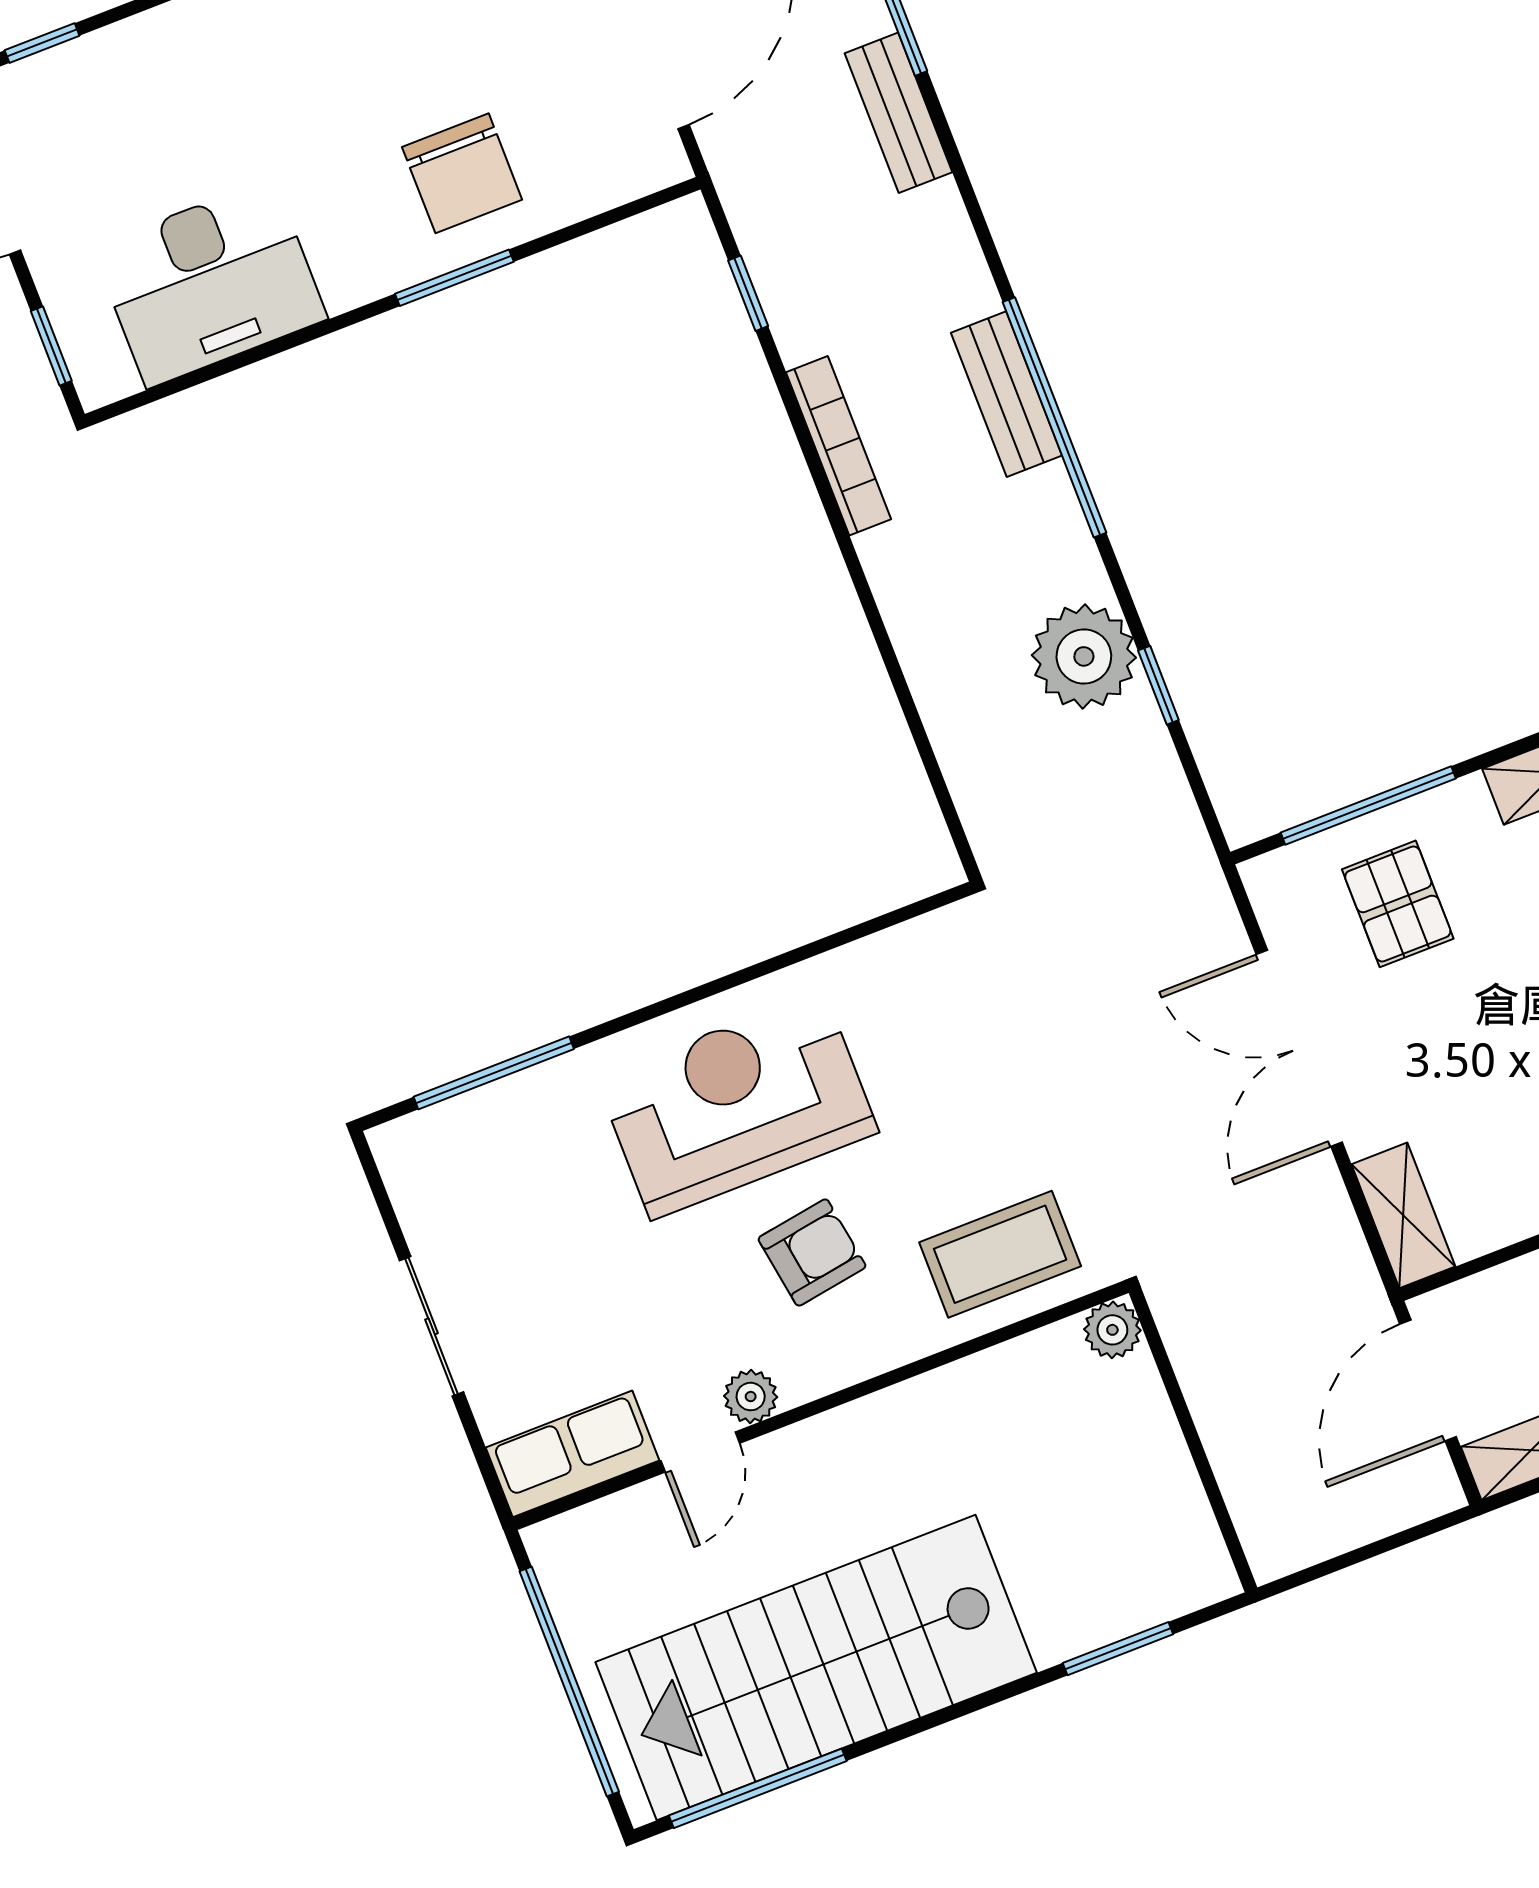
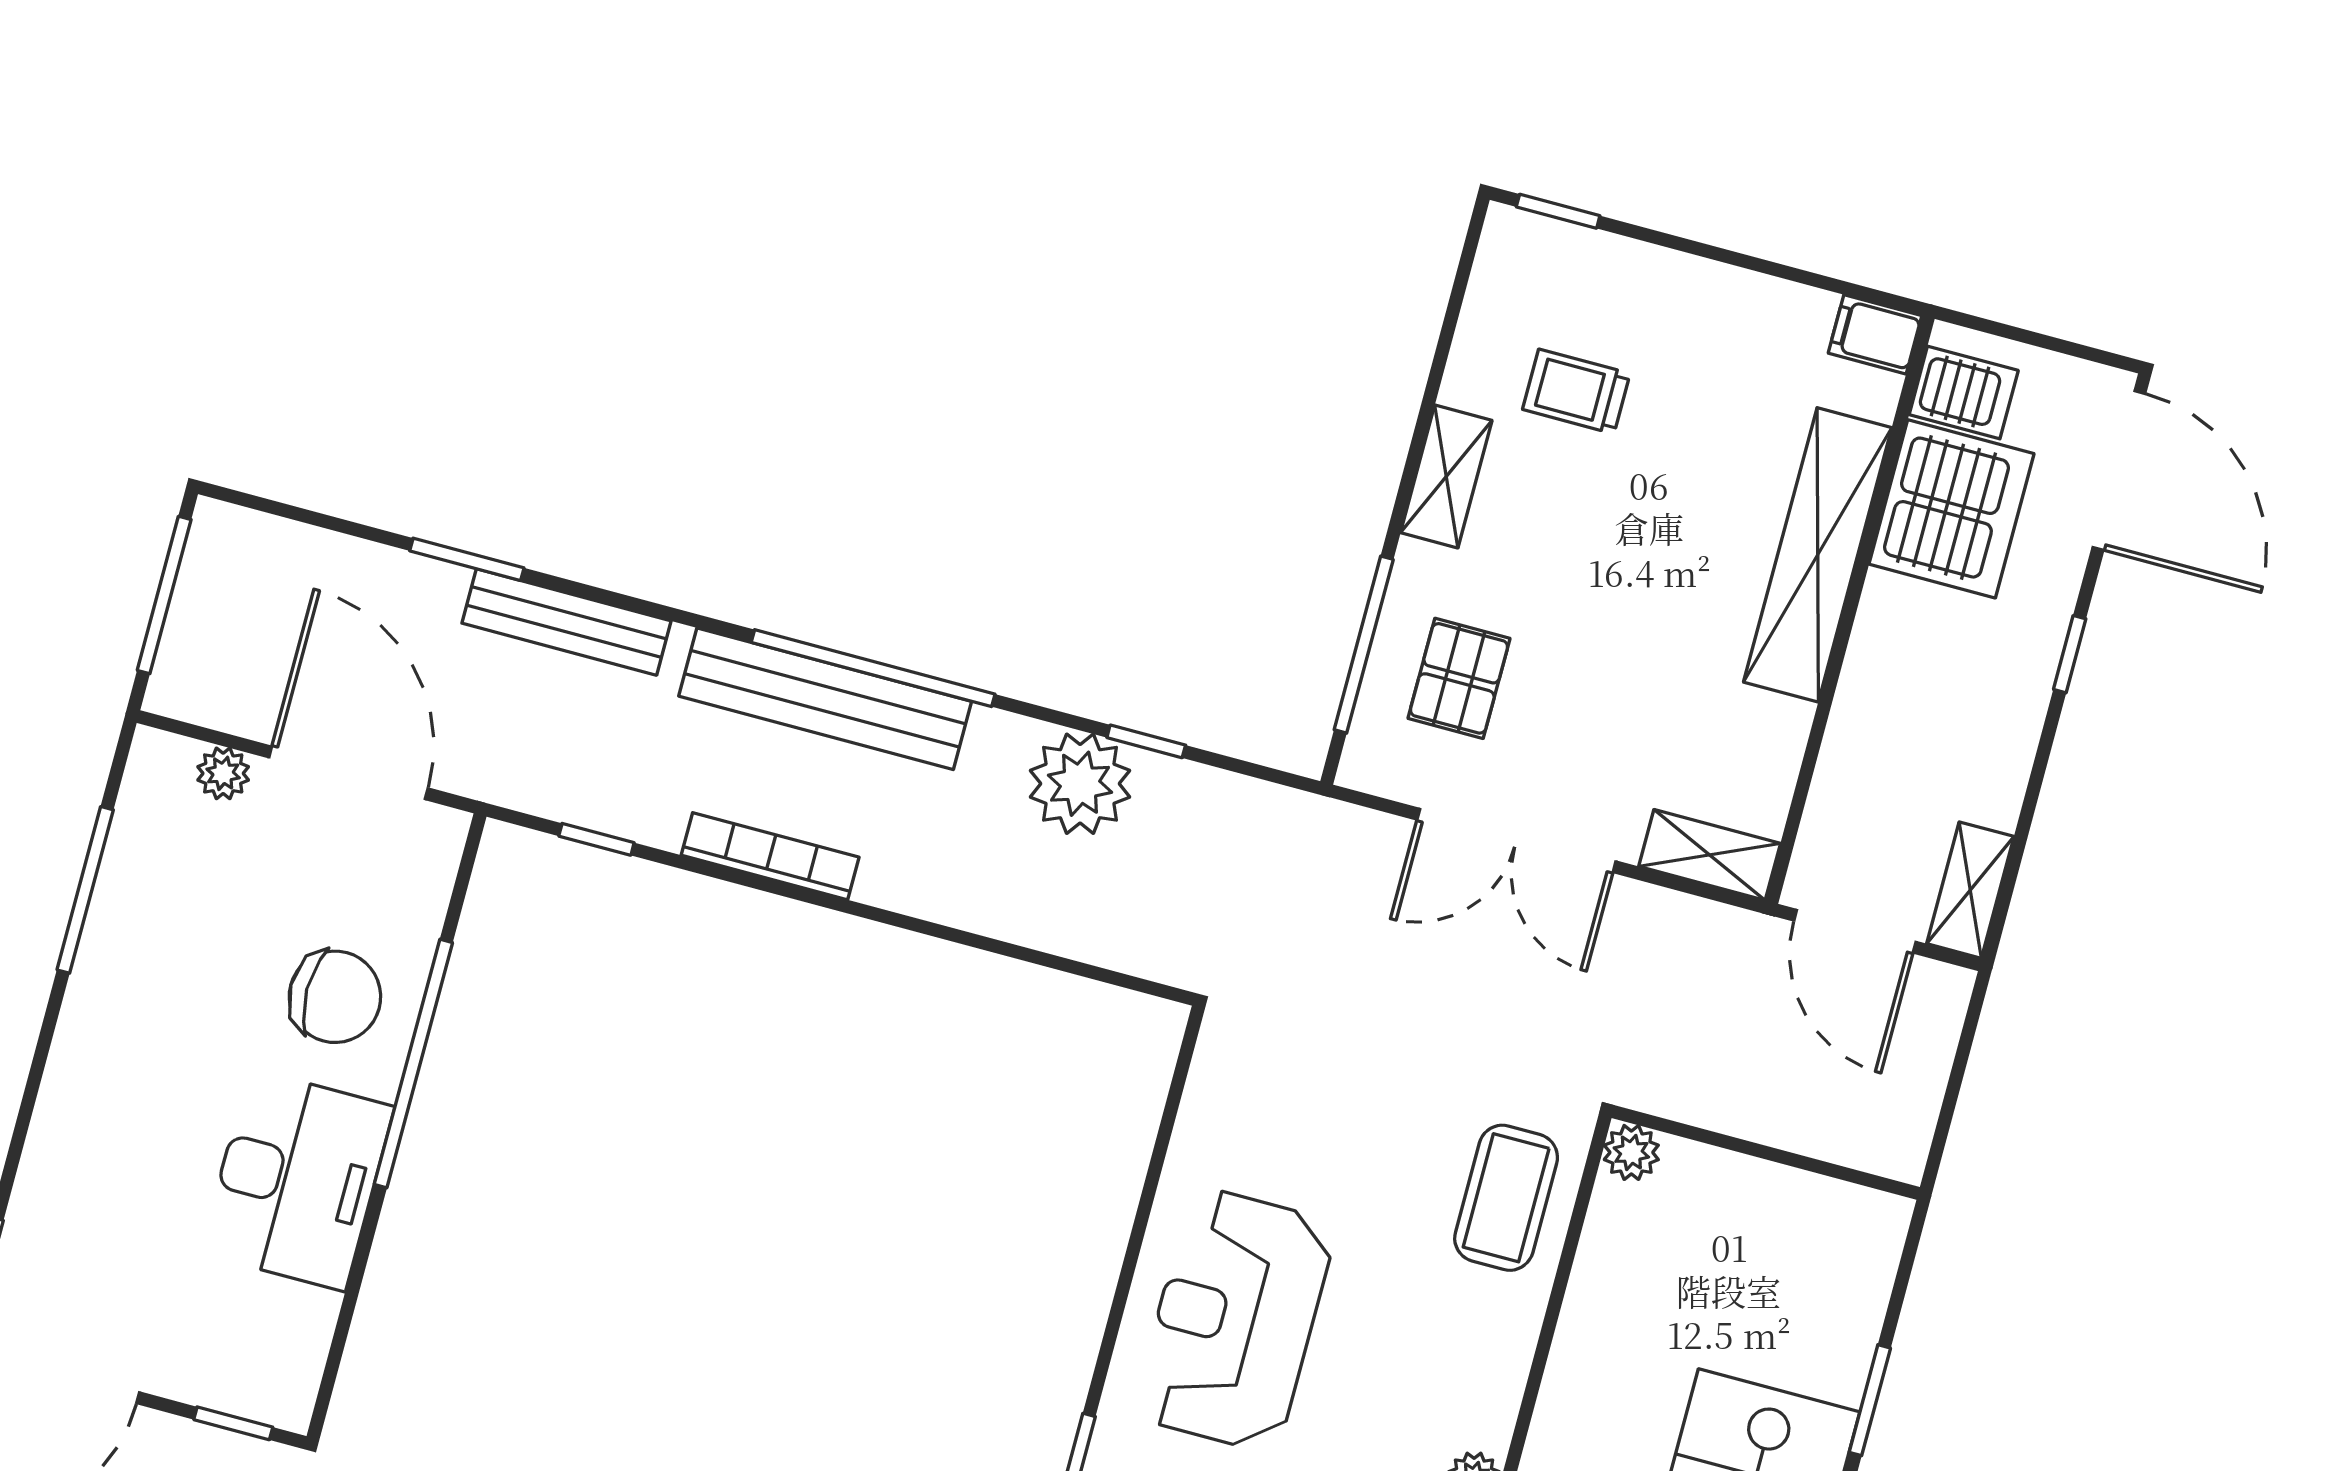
bench: (898, 113) -> (567, 622), width x1.36
window: (454, 278) -> (413, 1063), width x2.11
desk: (210, 283) -> (297, 1180), moved
bench: (1007, 394) -> (825, 699), width x1.86, depth x1.21
pallet: (1398, 904) -> (1459, 678), turned 90
armchair: (812, 1252) -> (1395, 1346), removed
window: (1118, 1649) -> (1870, 1400), moved

